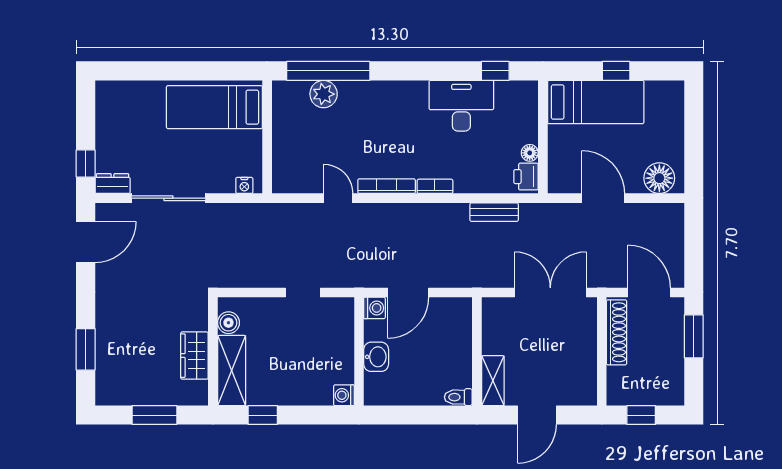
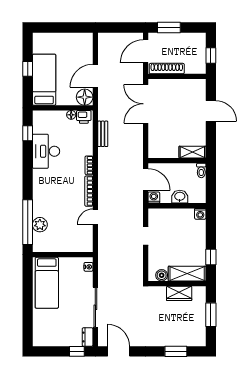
floor lamp: (659, 178) -> (85, 97), moved
wall: (477, 351) -> (177, 161), moved
shelving: (493, 381) -> (192, 152), moved
toilet: (458, 397) -> (201, 170), moved

